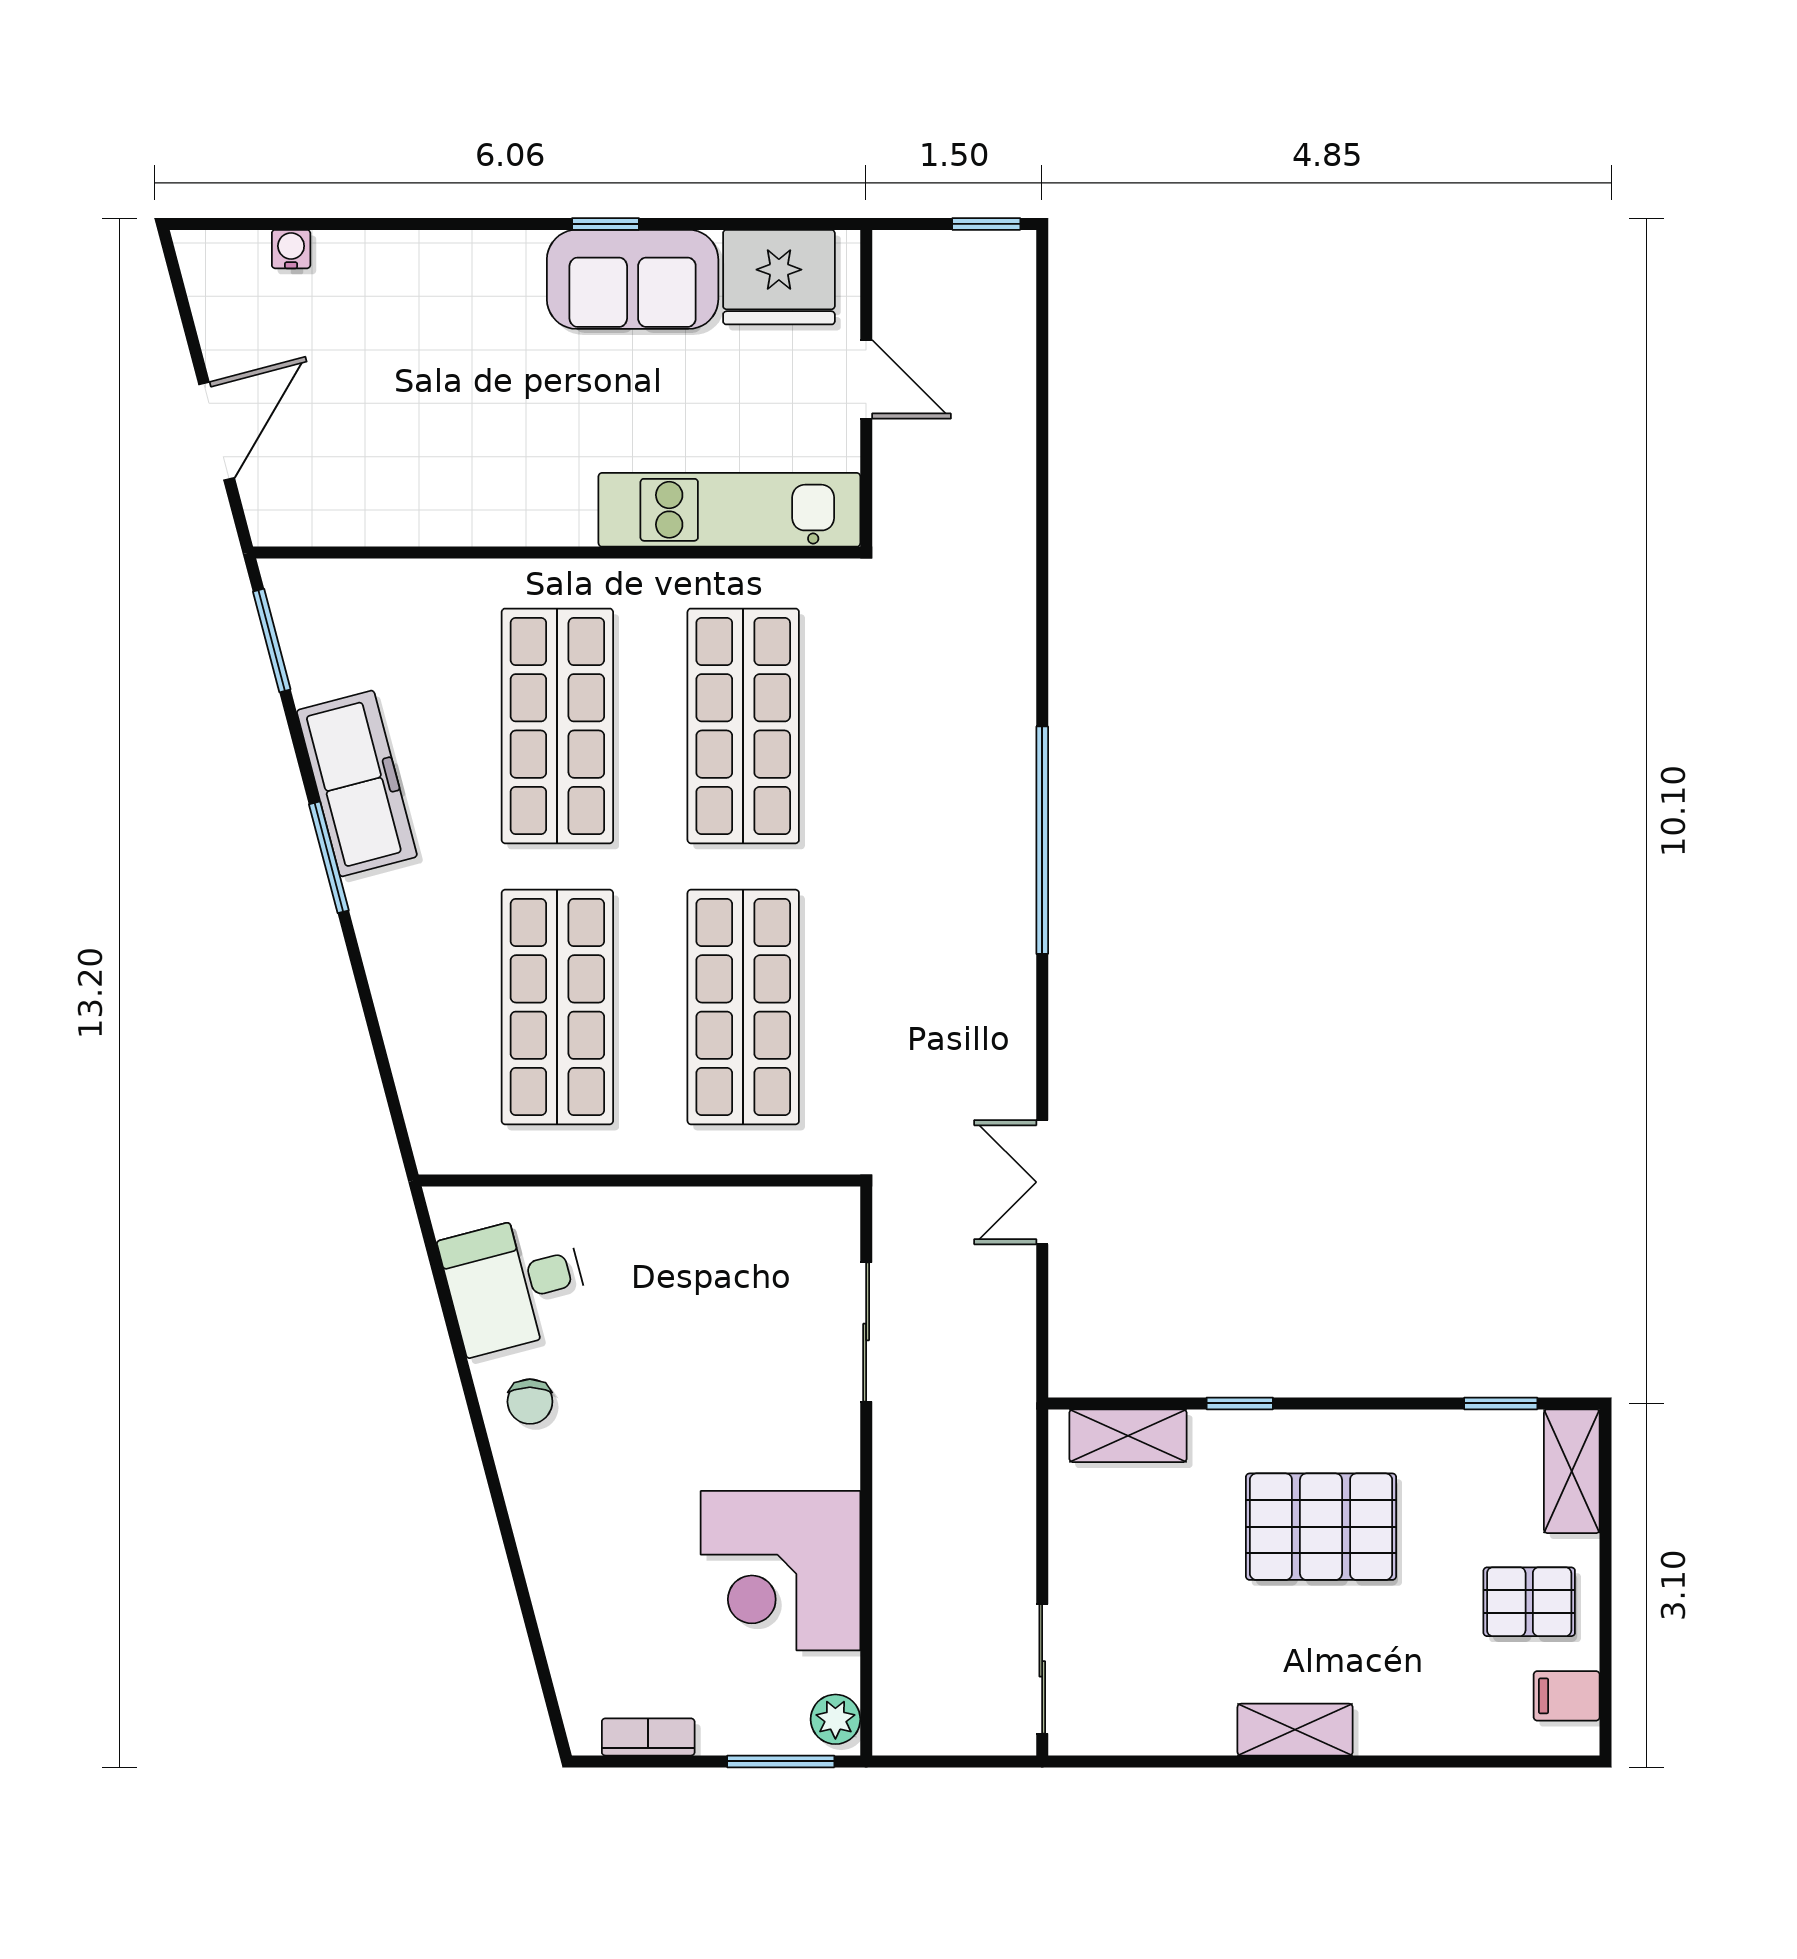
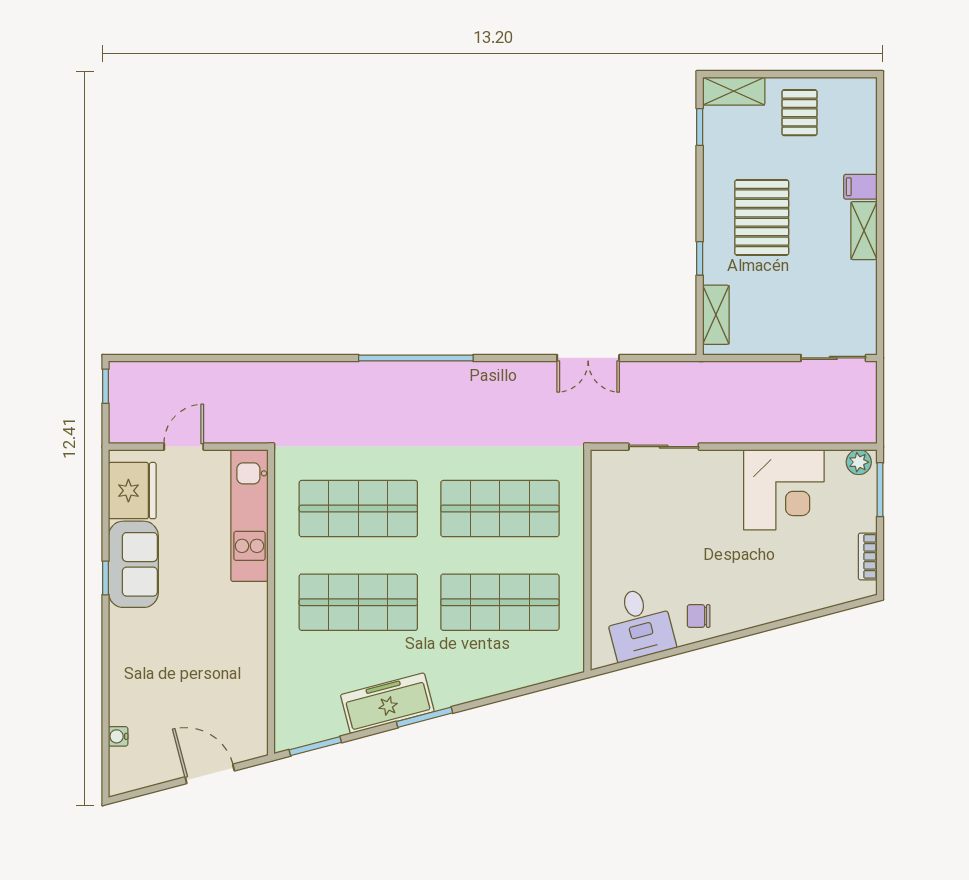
chair: (530, 1402) -> (699, 616), turned 180
filing cabinet: (1567, 1696) -> (860, 187), moved, turned 90

